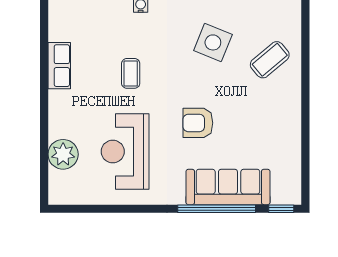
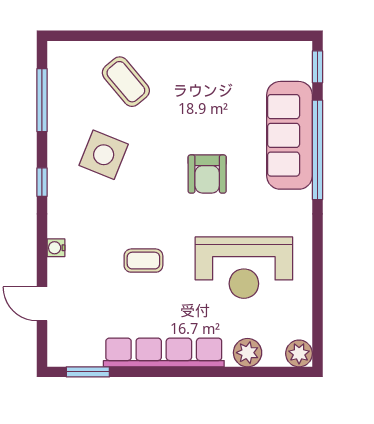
window: (44, 30) -> (88, 372), added
row of seats: (59, 66) -> (164, 353), width x2.02
plant: (63, 154) -> (248, 353), width x0.73, depth x0.73
plant: (58, 194) -> (299, 353), added

